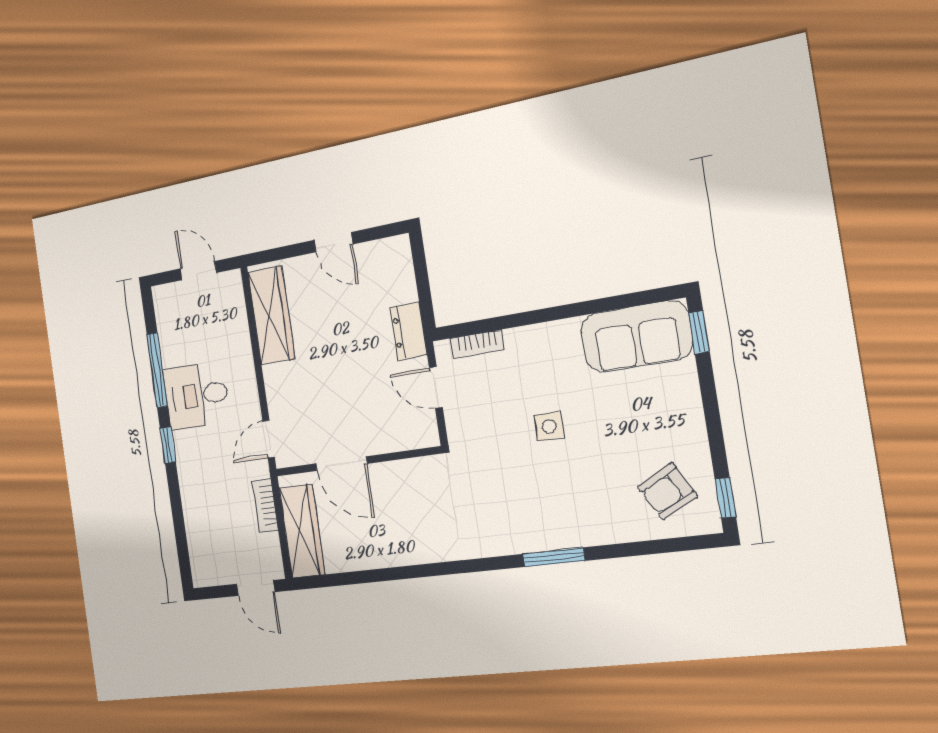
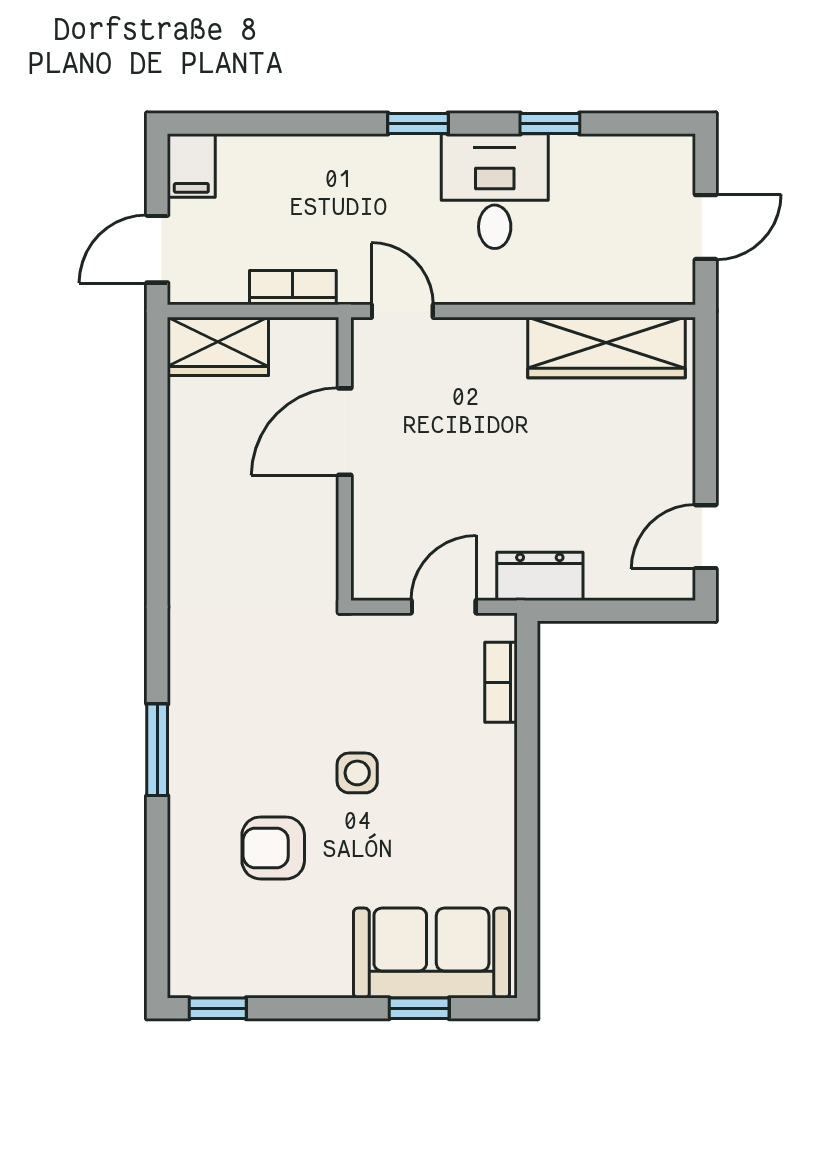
door: (333, 242) -> (706, 537), moved
window: (699, 332) -> (419, 1008), moved
sofa: (636, 336) -> (431, 953), moved, turned 90
window: (157, 370) -> (550, 123), width x0.46
armchair: (667, 491) -> (273, 848), moved, turned -62
wardrobe: (302, 531) -> (218, 346), width x0.67
filing cabinet: (208, 573) -> (191, 166), added

